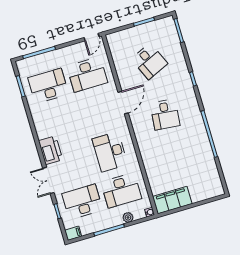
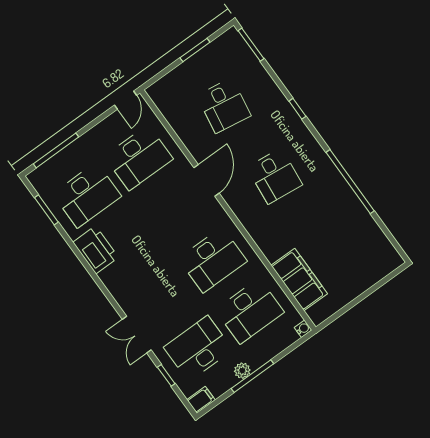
desk: (149, 61) -> (224, 106), turned 33
desk: (48, 86) -> (87, 195), turned 180
printer: (51, 150) -> (96, 250), moved
desk: (110, 152) -> (213, 260), turned -90
filing cabinet: (172, 200) -> (299, 280), moved, turned 90
plant: (128, 217) -> (242, 371), moved

